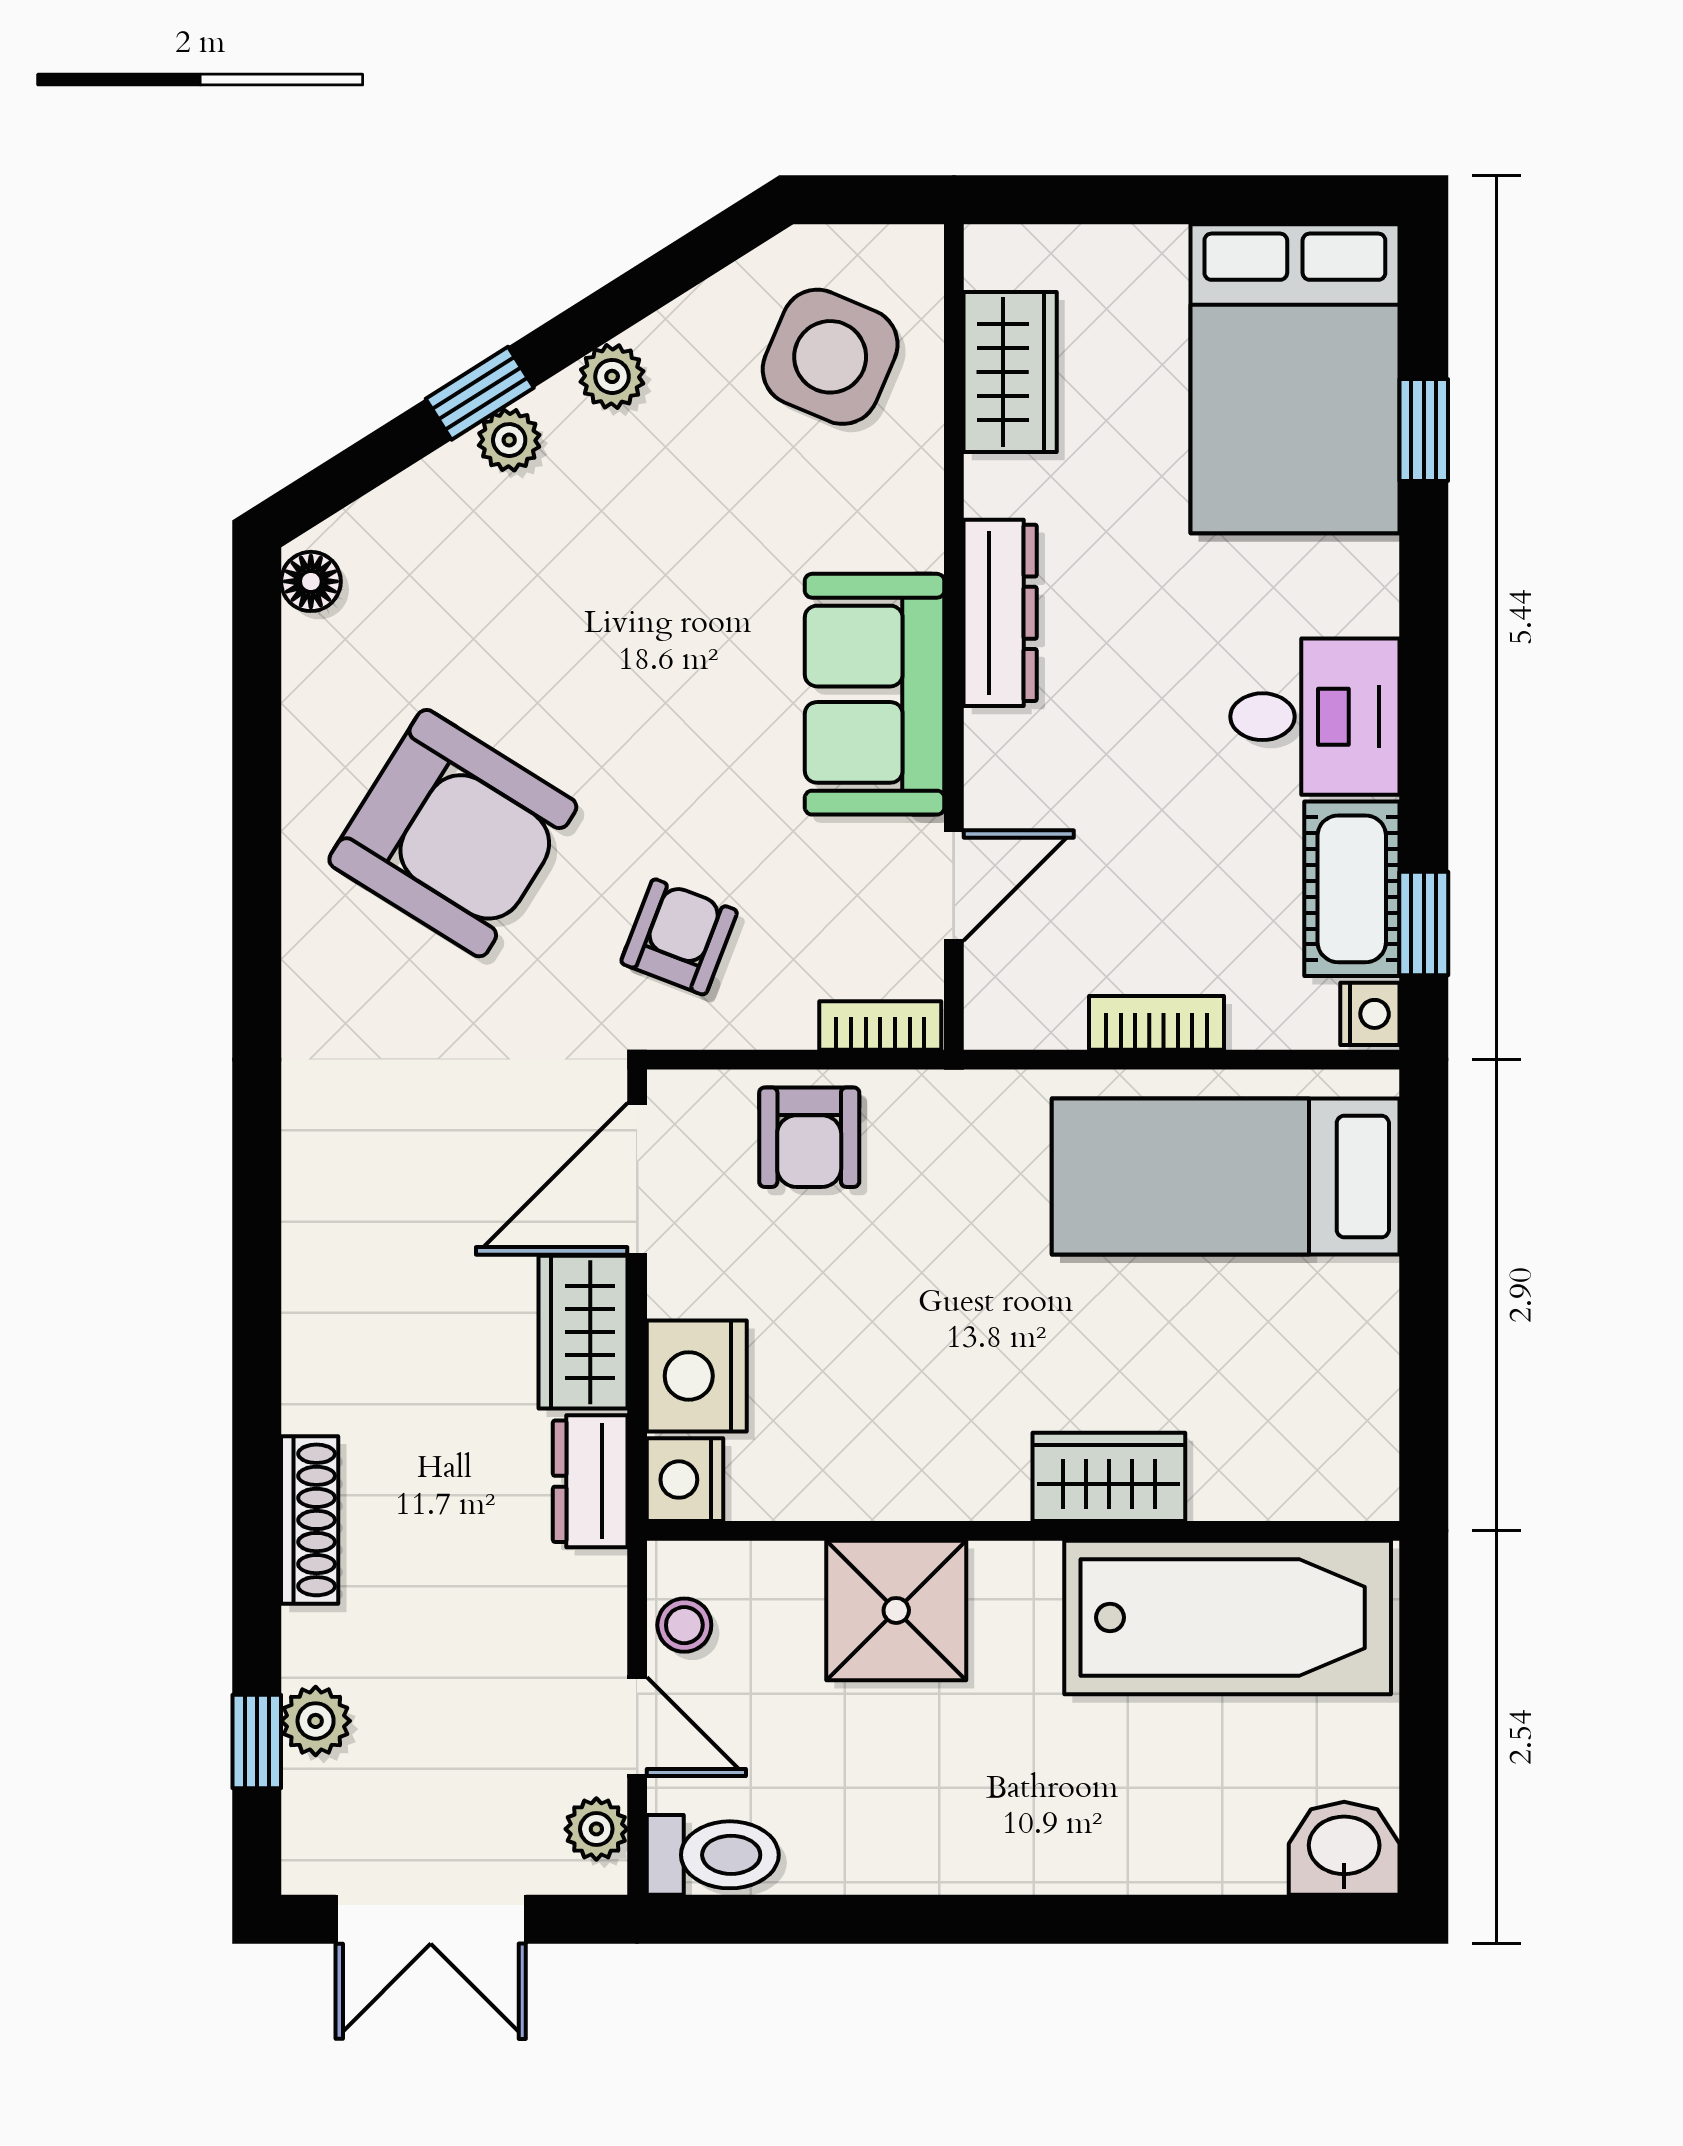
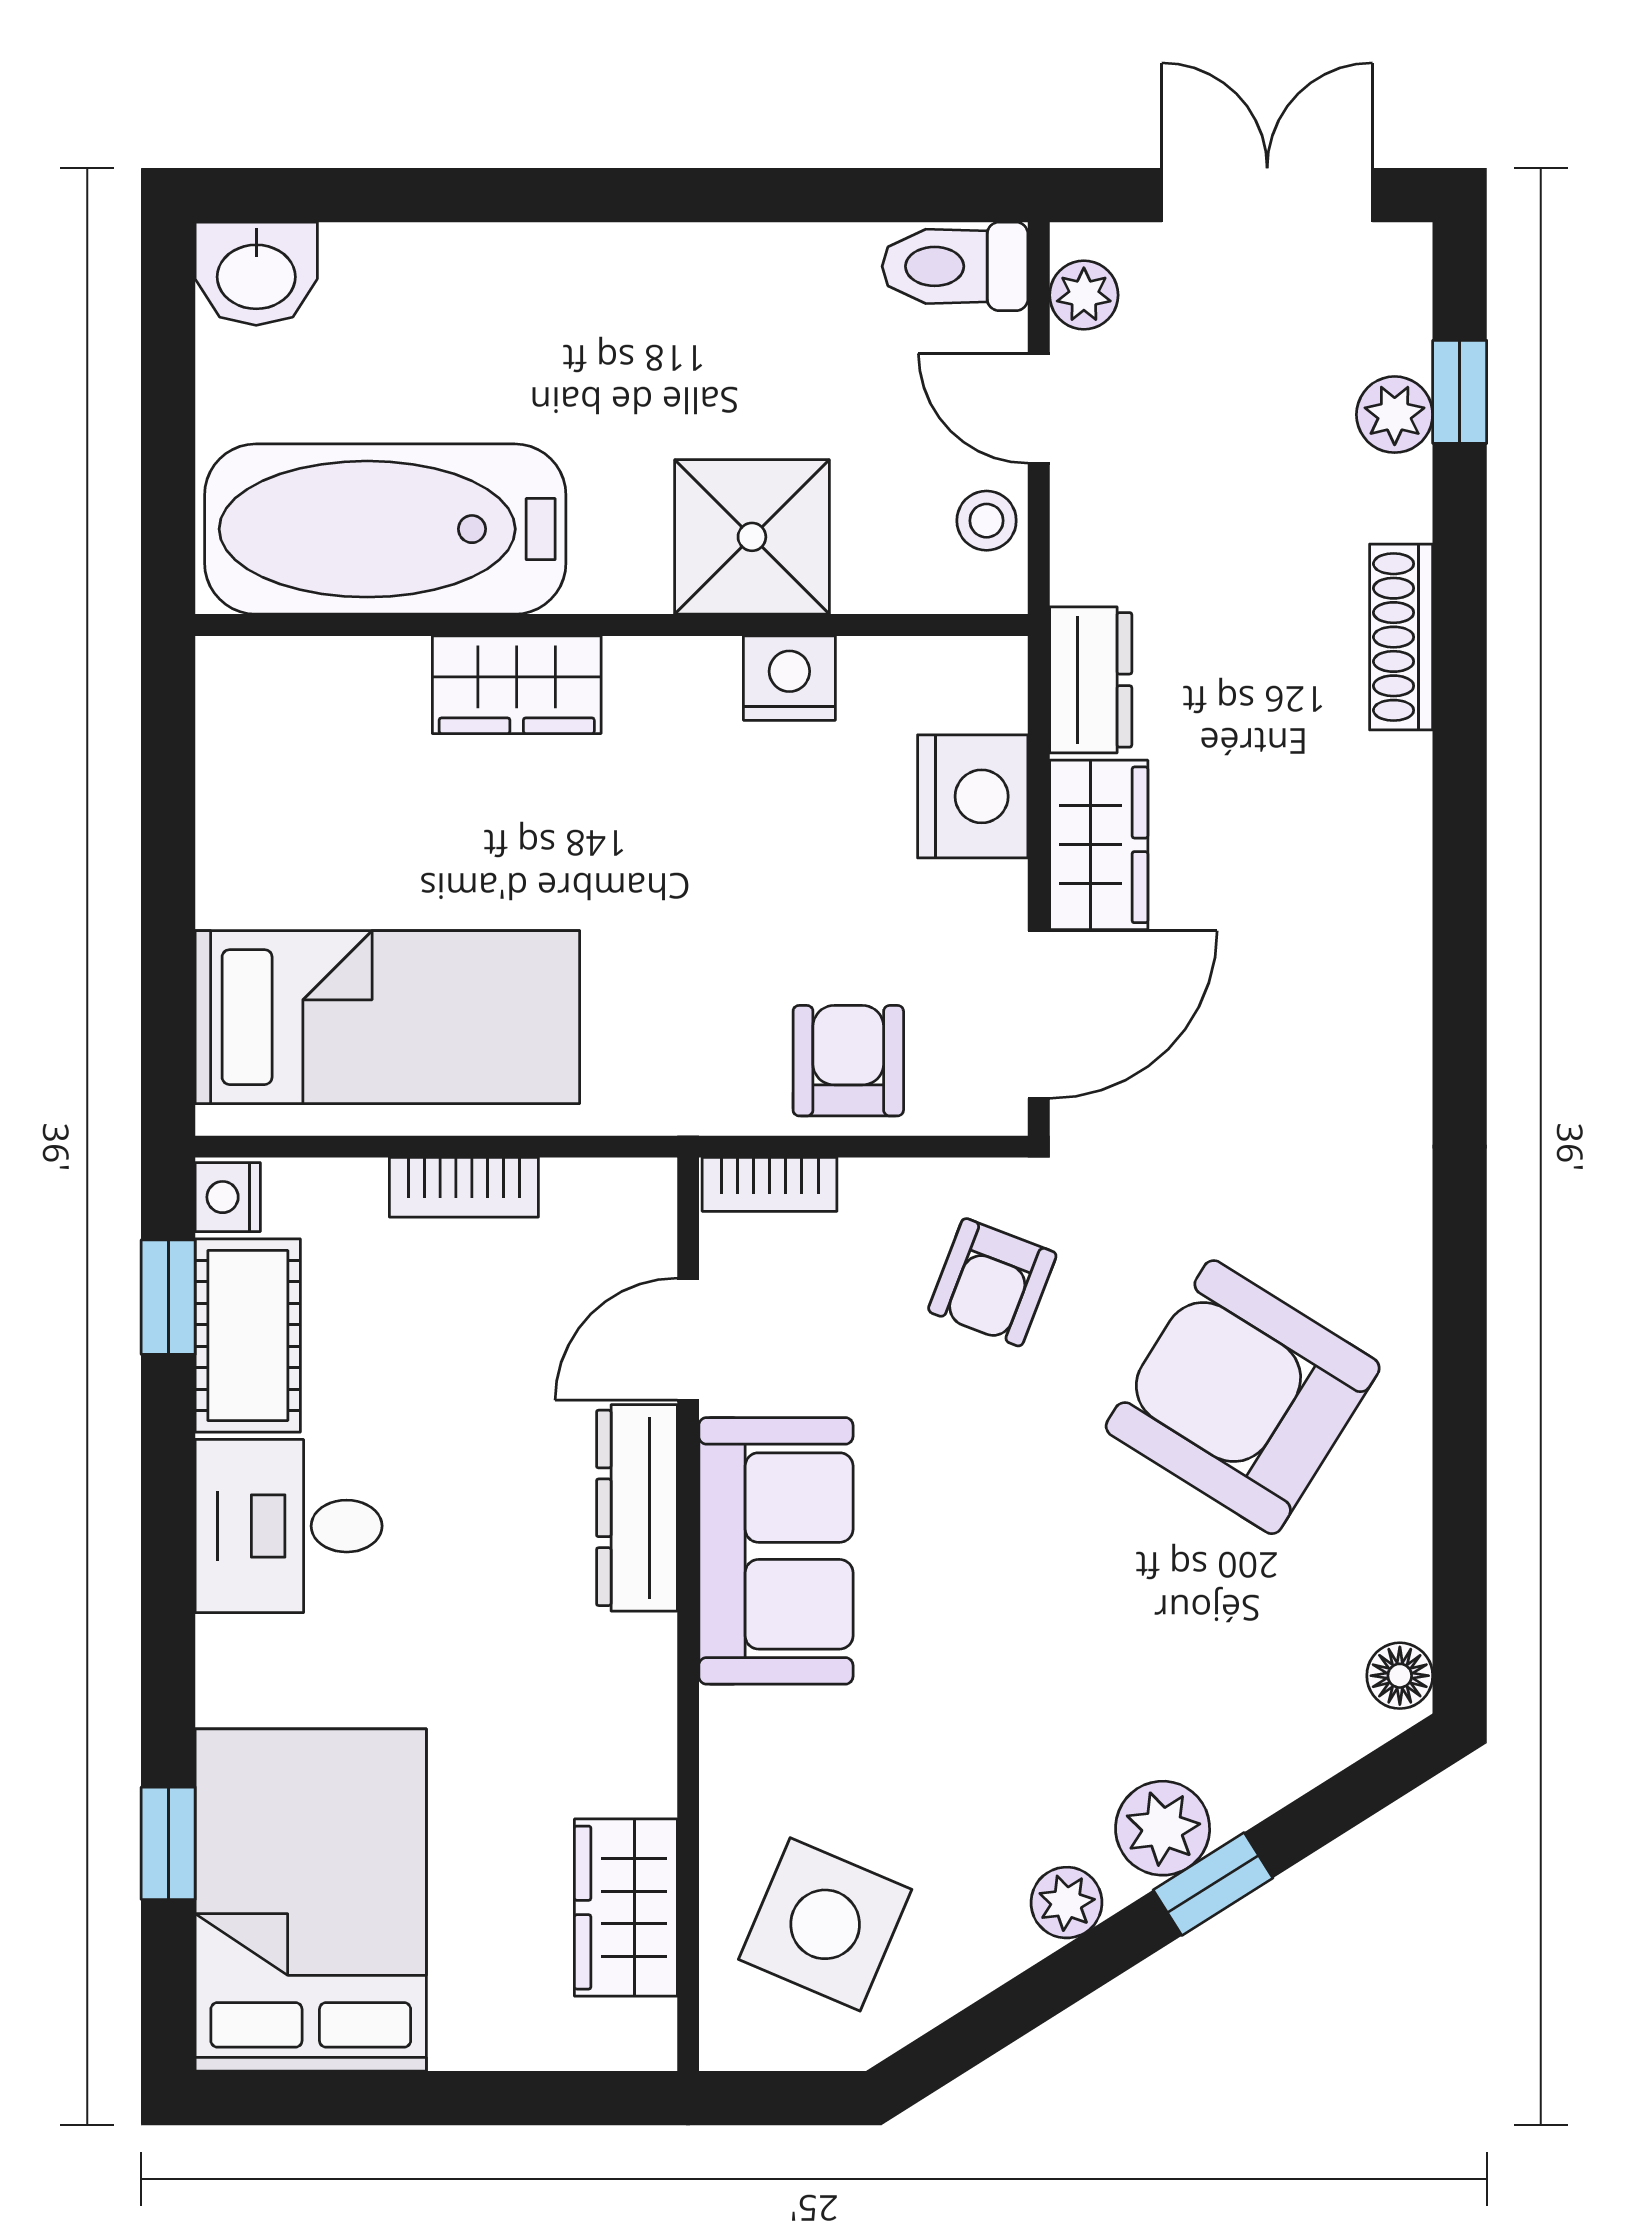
plant: (509, 440) -> (1163, 1828), width x1.38, depth x1.38
dresser: (1000, 613) -> (637, 1508), moved
nightstand: (685, 1480) -> (789, 678), moved, turned -90

